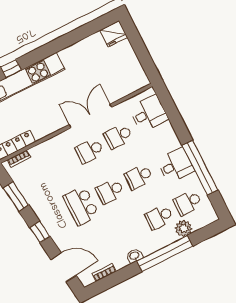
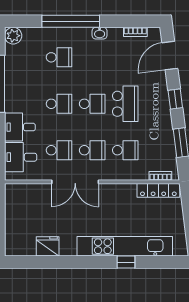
fridge: (114, 34) -> (48, 246), moved
desk: (176, 165) -> (20, 127), moved
school desk: (188, 203) -> (125, 150), moved
plant: (184, 228) -> (13, 36), moved
door: (64, 267) -> (170, 56), hinge flipped

